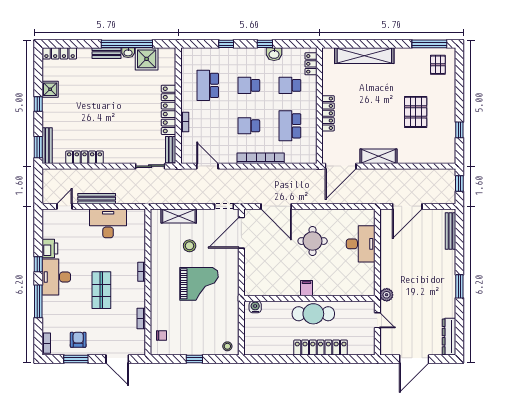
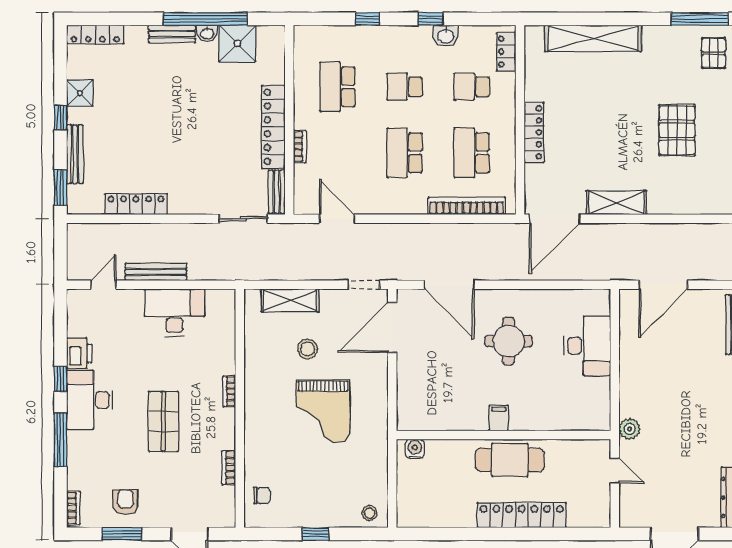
school desk: (249, 126) -> (405, 153), width x1.85
bench: (47, 146) -> (75, 154), moved
bookcase: (261, 158) -> (467, 206), moved
grand piano: (199, 284) -> (323, 411), turned 90

